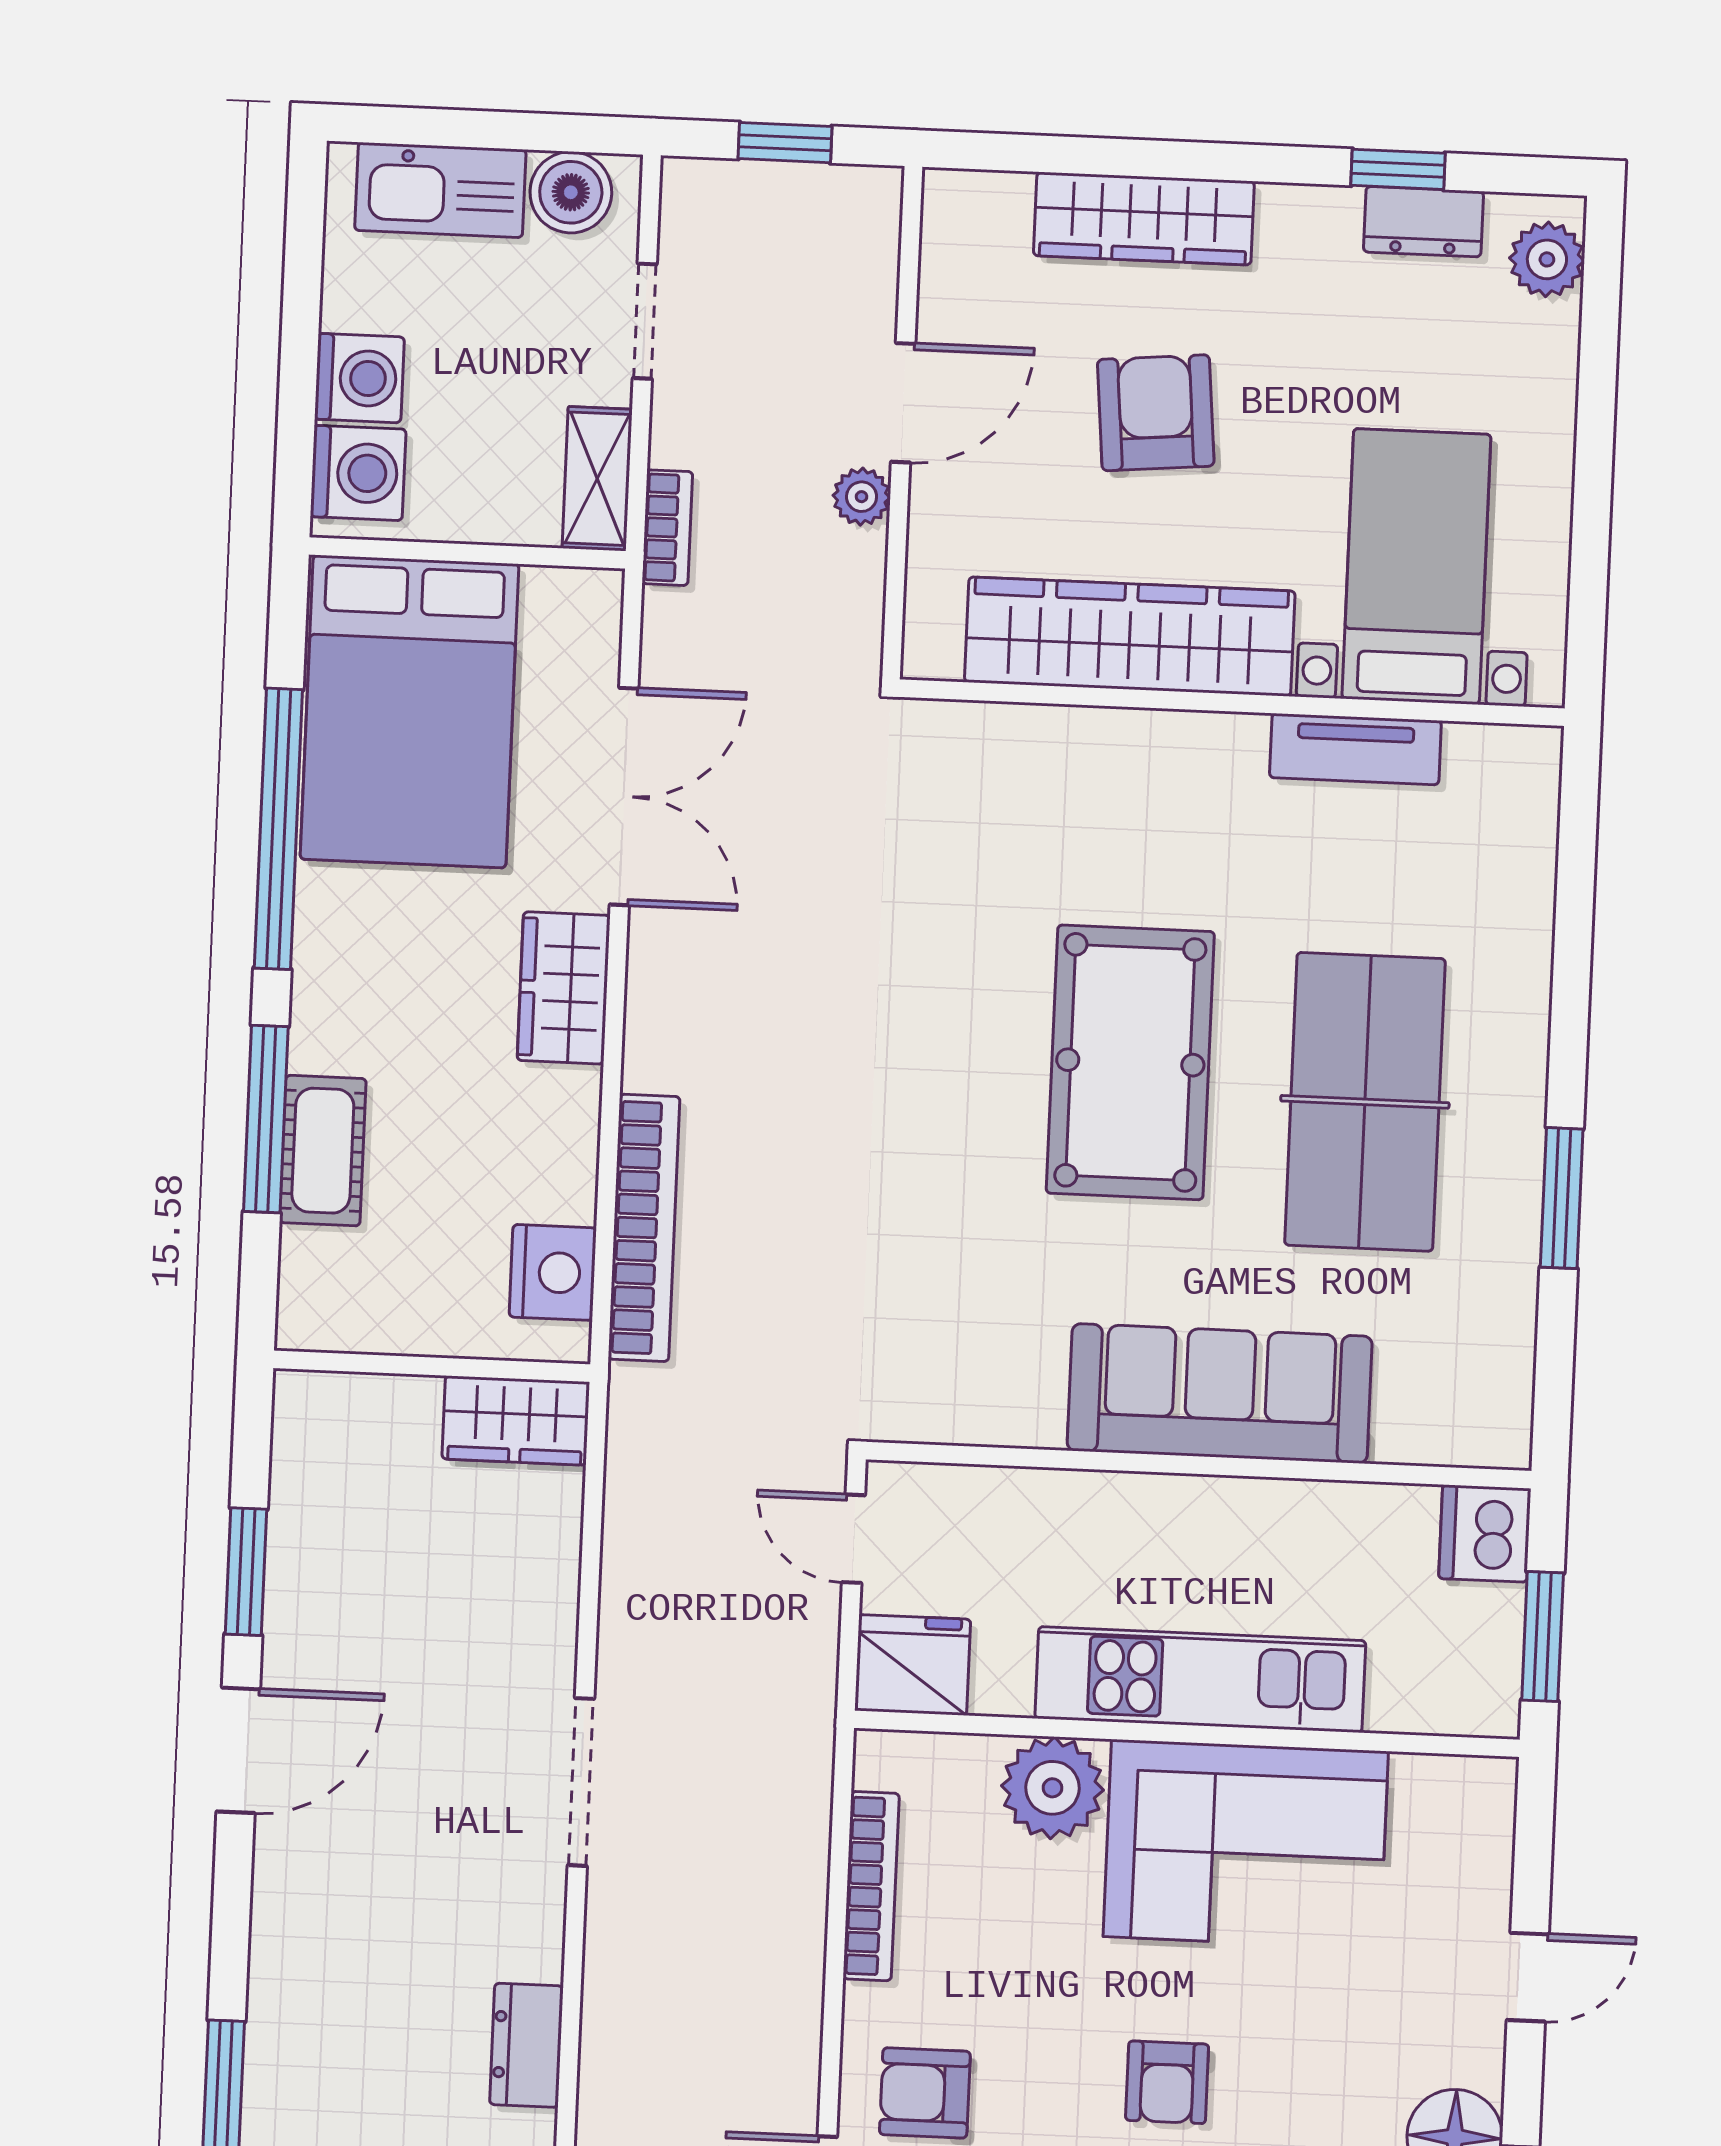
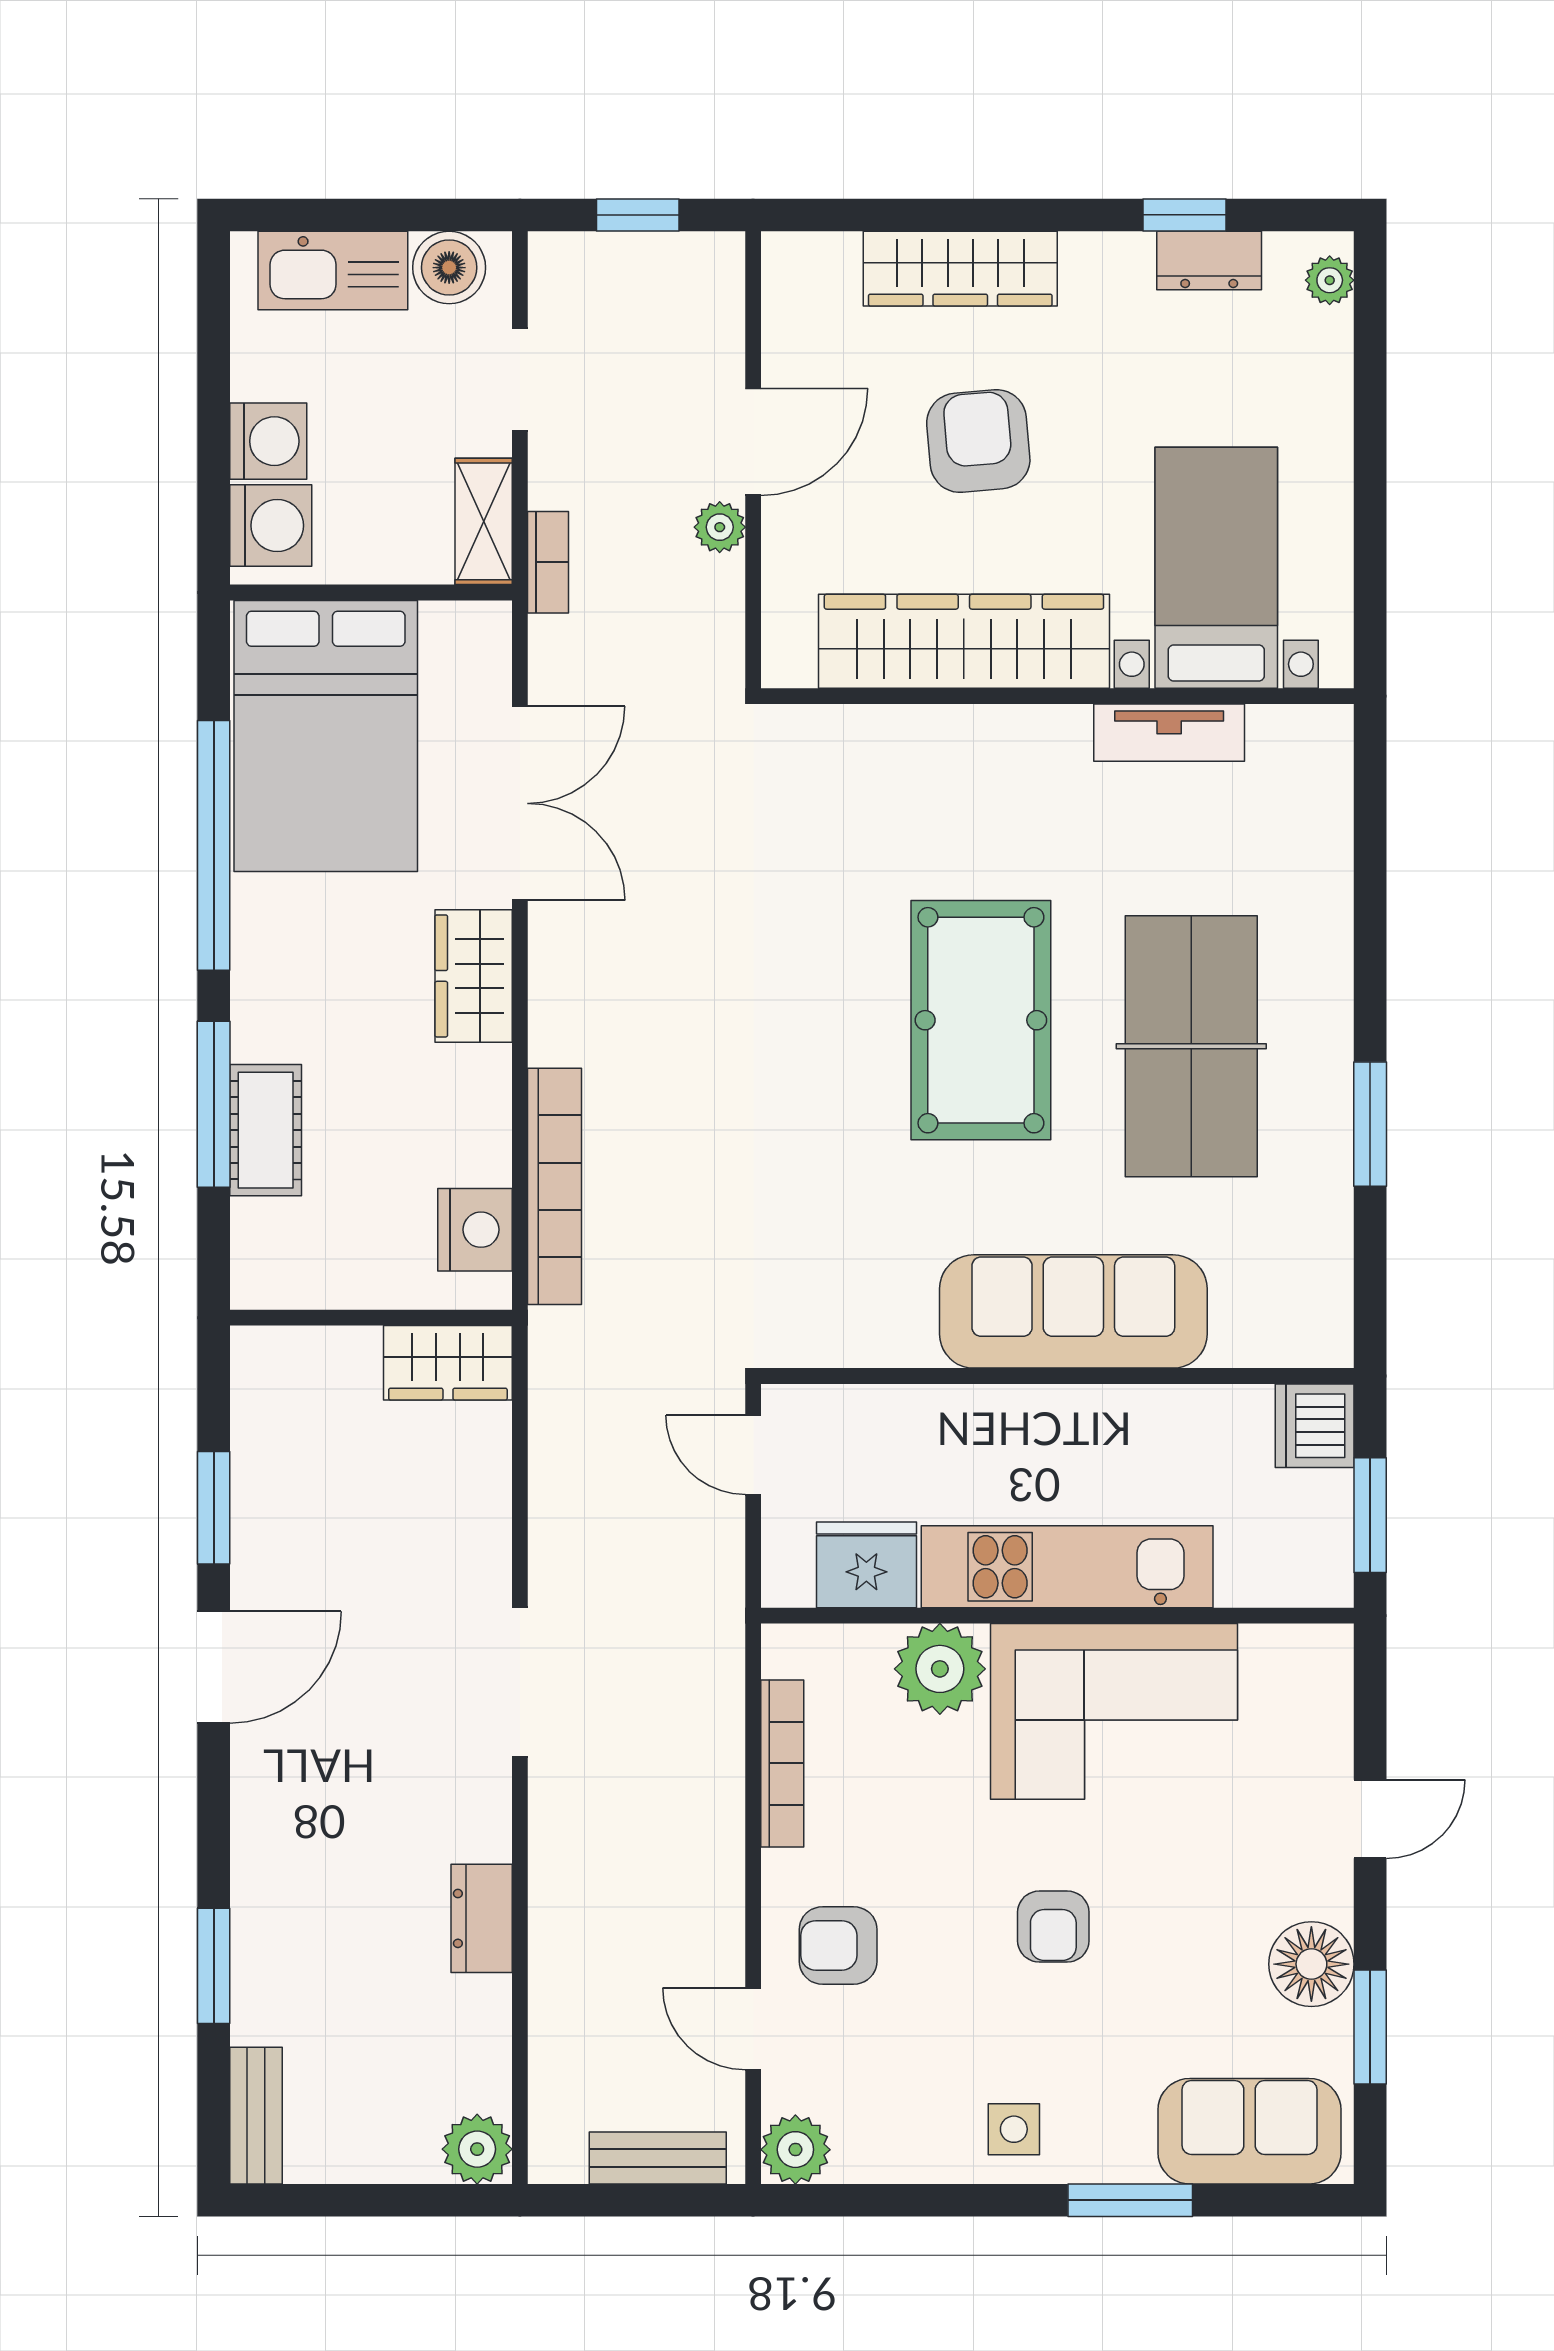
plant: (1547, 259) -> (1330, 280), width x0.73, depth x0.73
fridge: (913, 1665) -> (866, 1565), moved

